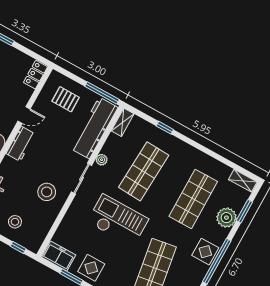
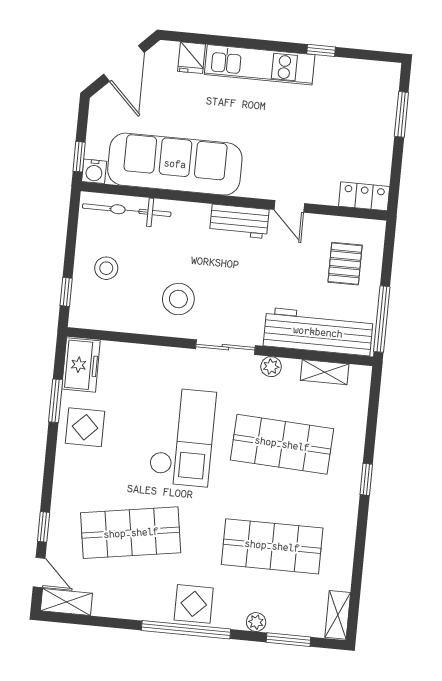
shelving: (123, 122) -> (325, 372), moved
window: (165, 128) -> (366, 479), moved
plant: (226, 218) -> (256, 622), width x0.53, depth x0.53

